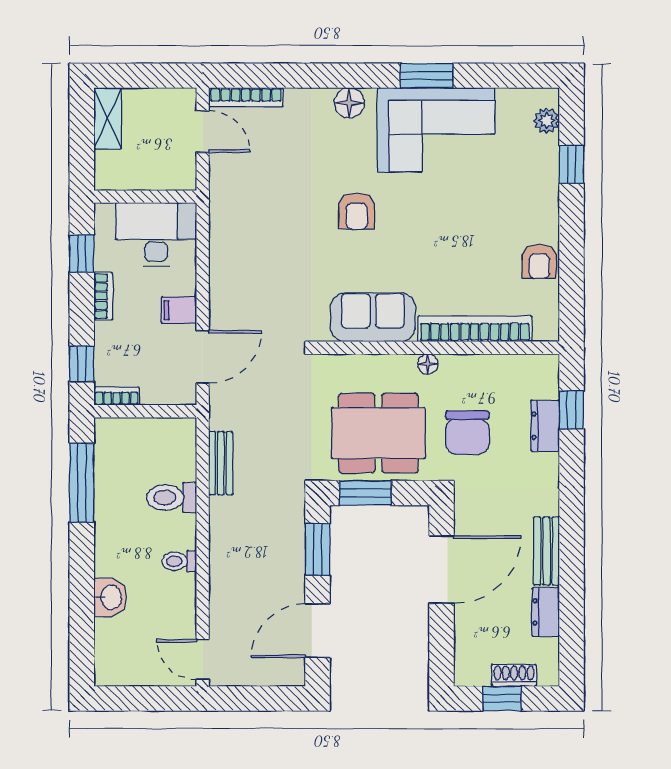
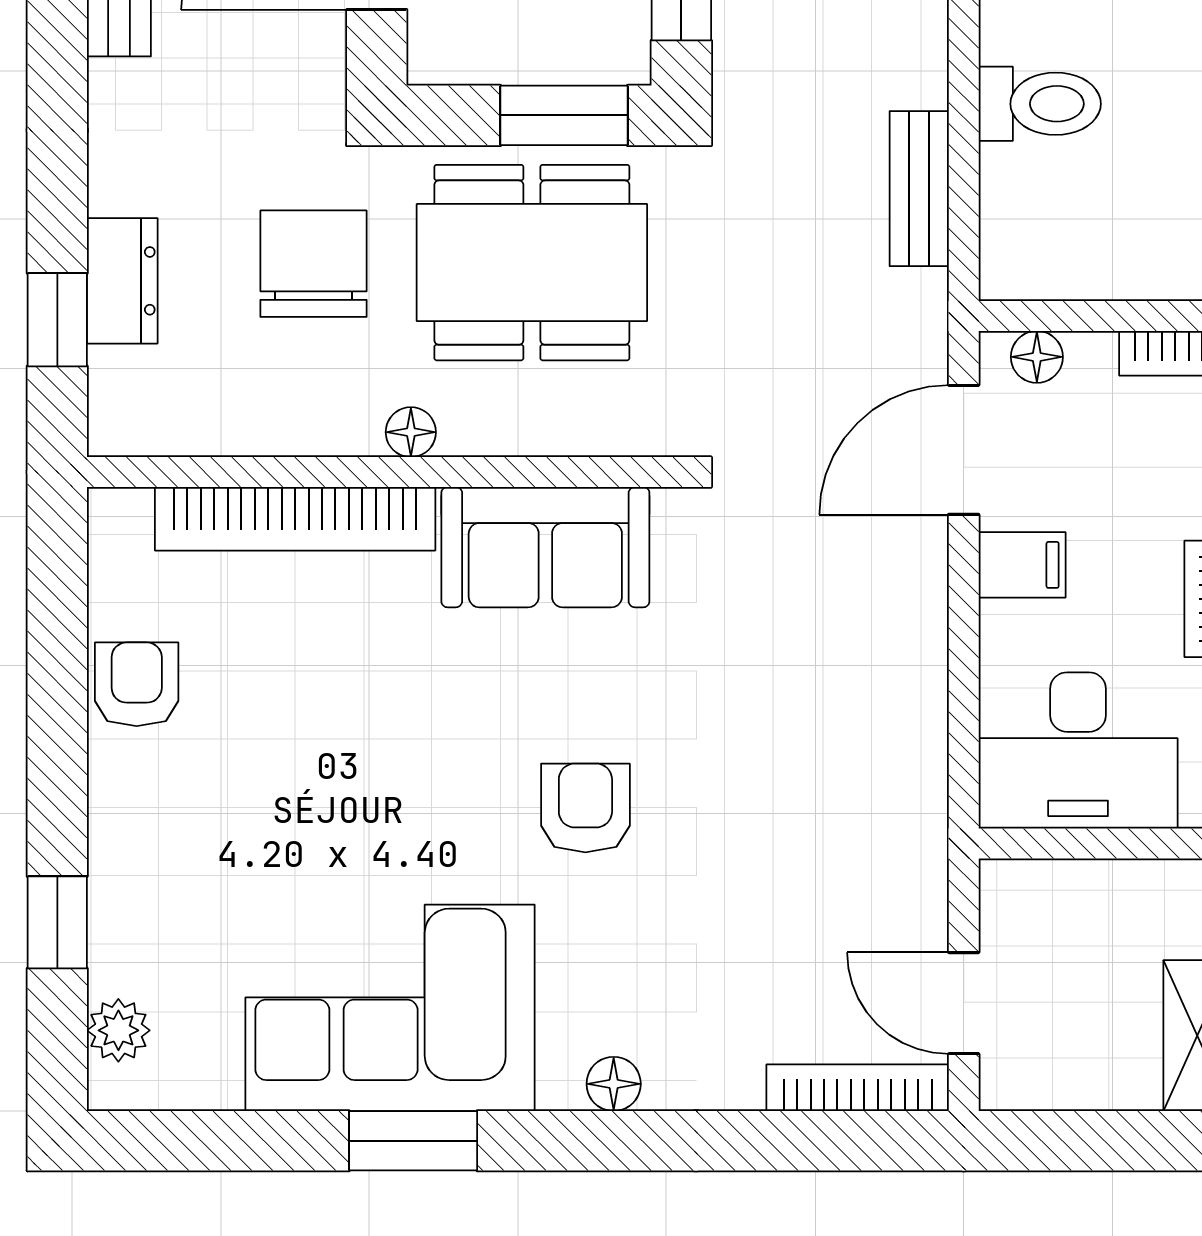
floor lamp: (349, 103) -> (614, 1084), width x0.73, depth x0.73
floor lamp: (173, 395) -> (1037, 357), added

